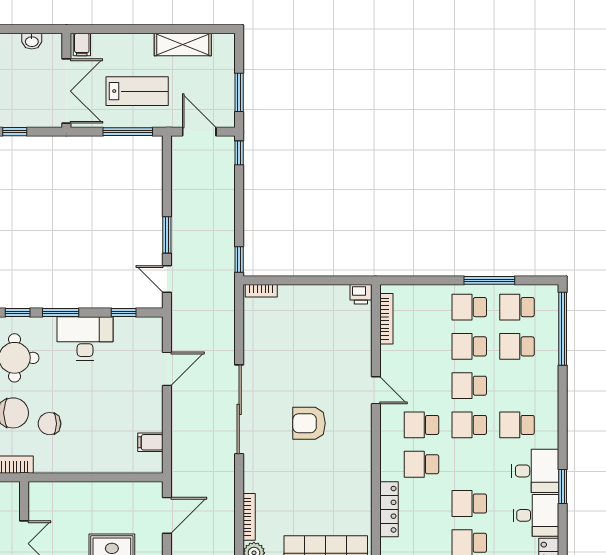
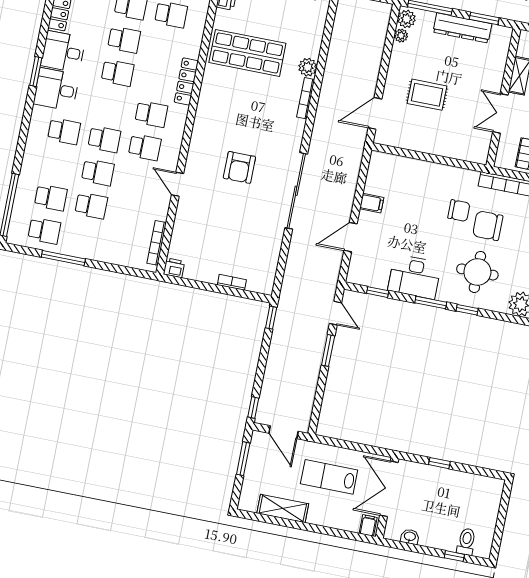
window: (128, 132) -> (344, 444), removed
bookcase: (261, 291) -> (232, 282), moved
school desk: (469, 307) -> (85, 239), removed
armchair: (309, 423) -> (239, 167), turned 90
filing cabinet: (150, 442) -> (372, 203), moved

